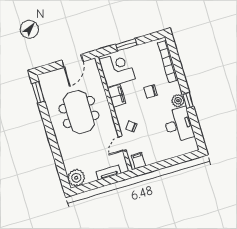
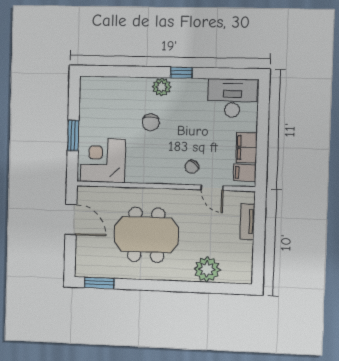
bookcase: (168, 61) -> (116, 84), removed
filing cabinet: (117, 96) -> (246, 148), moved, turned -90
plant: (178, 101) -> (162, 87), moved
desk: (178, 125) -> (232, 98), moved
plant: (76, 178) -> (207, 269), moved

